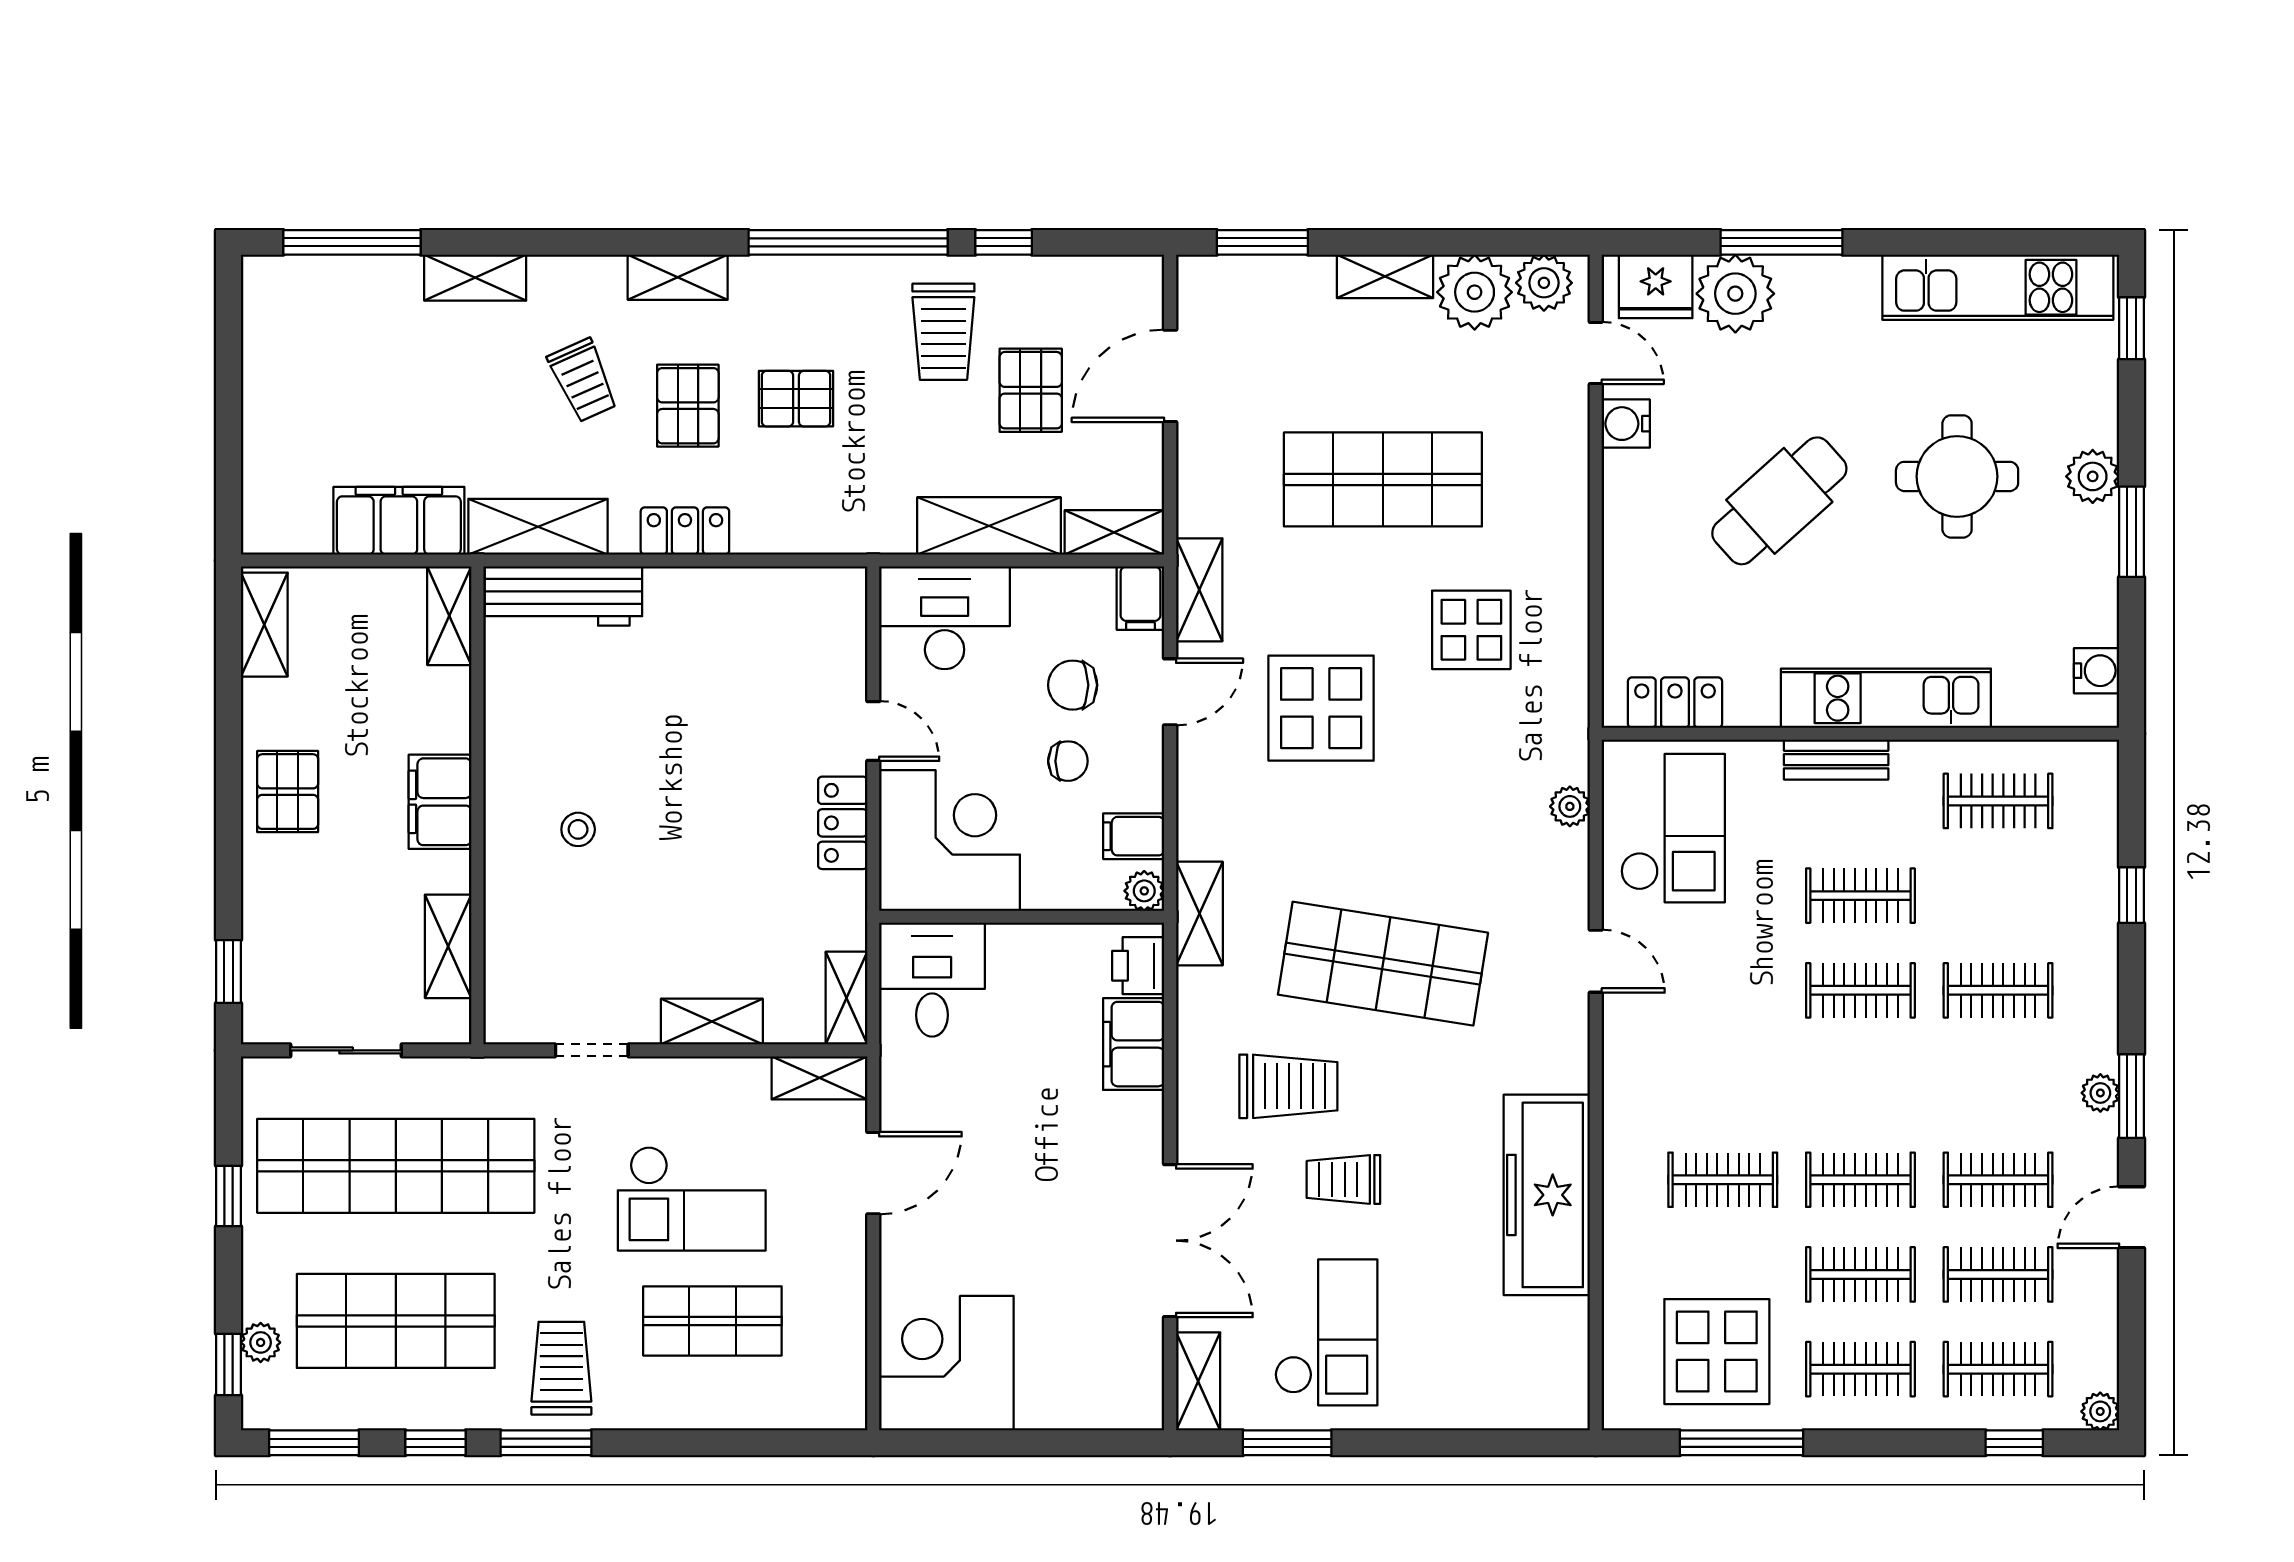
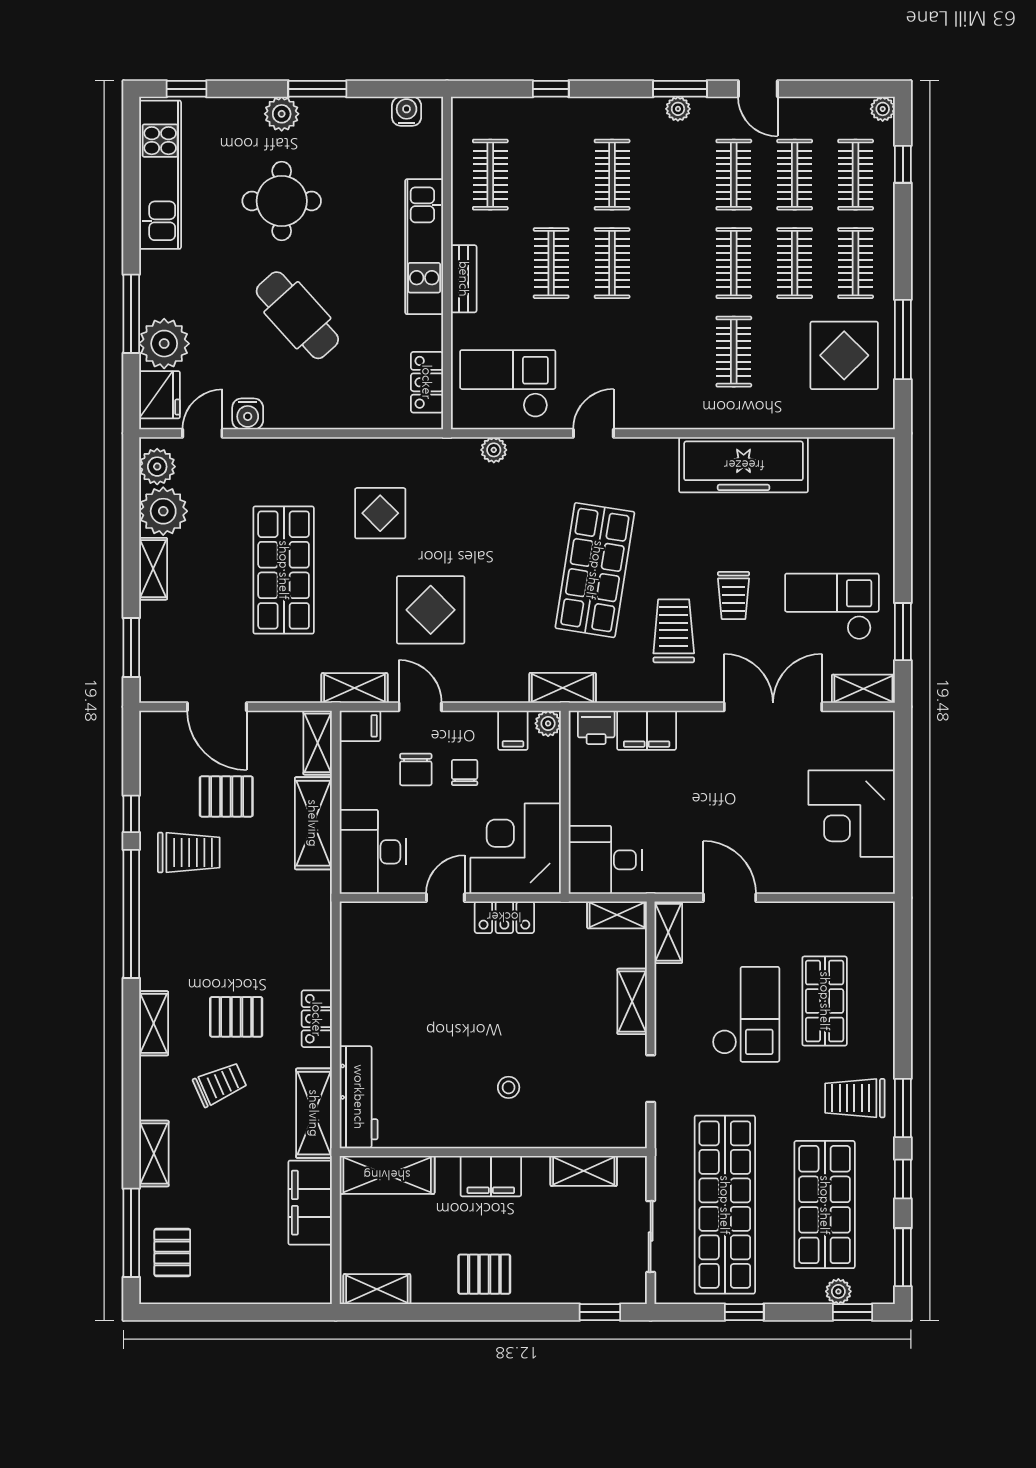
pallet: (796, 399) -> (172, 1252), moved
shelving: (449, 616) -> (387, 1175), width x1.50, depth x1.33
corner desk: (946, 1363) -> (852, 814), moved

